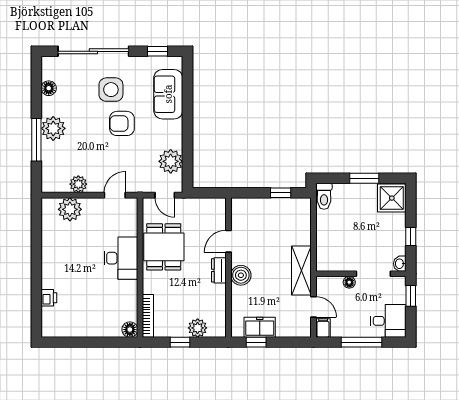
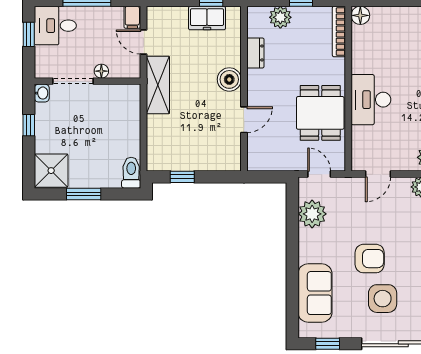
dresser: (219, 270) -> (255, 53), moved
window: (411, 296) -> (29, 34), moved

